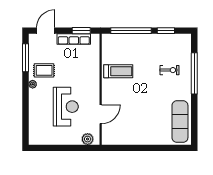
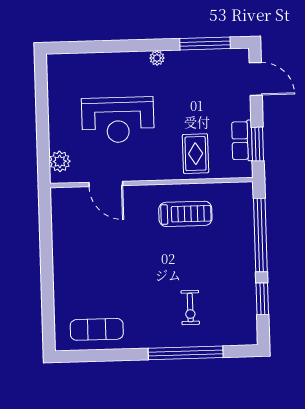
row of seats: (74, 39) -> (242, 141), width x0.68
rug: (44, 70) -> (196, 154), moved
treadmill: (118, 71) -> (185, 214), turned -90
exercise mat: (180, 122) -> (97, 329), width x0.73, depth x0.69

